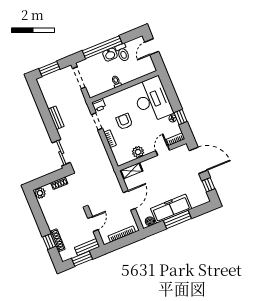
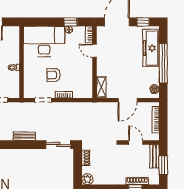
printer: (99, 105) -> (29, 92), removed
plant: (138, 152) -> (87, 74), removed
door: (129, 200) -> (128, 100), swing flipped
freezer: (171, 209) -> (151, 48), moved
window: (177, 220) -> (163, 63), width x1.46

